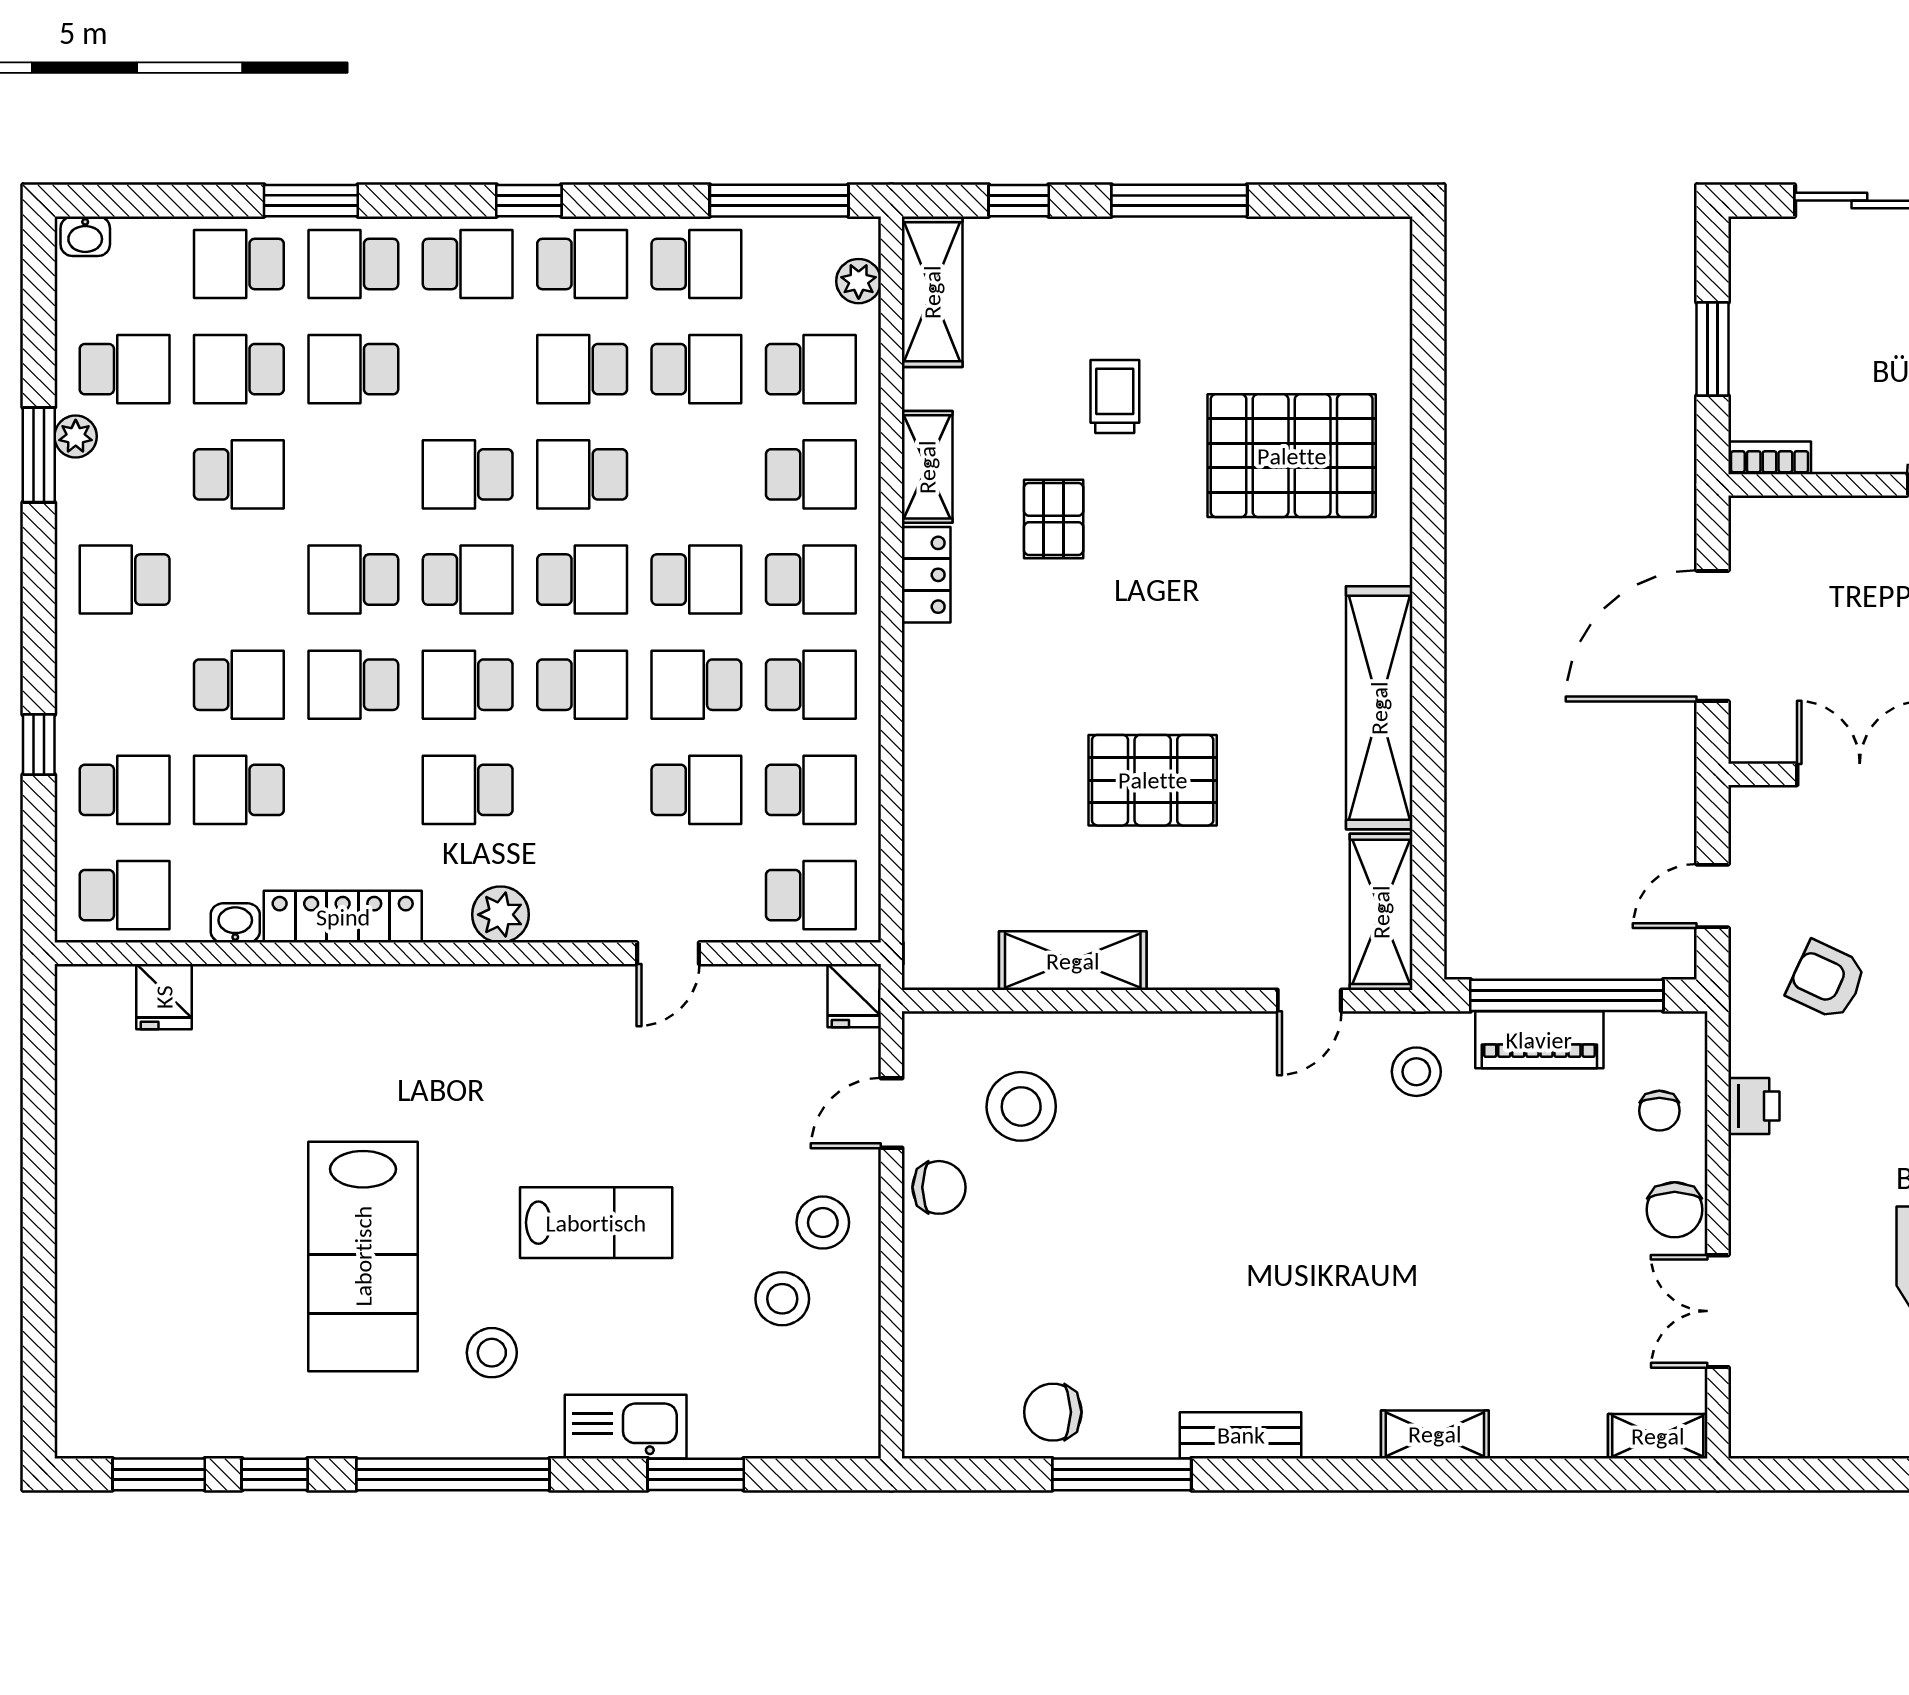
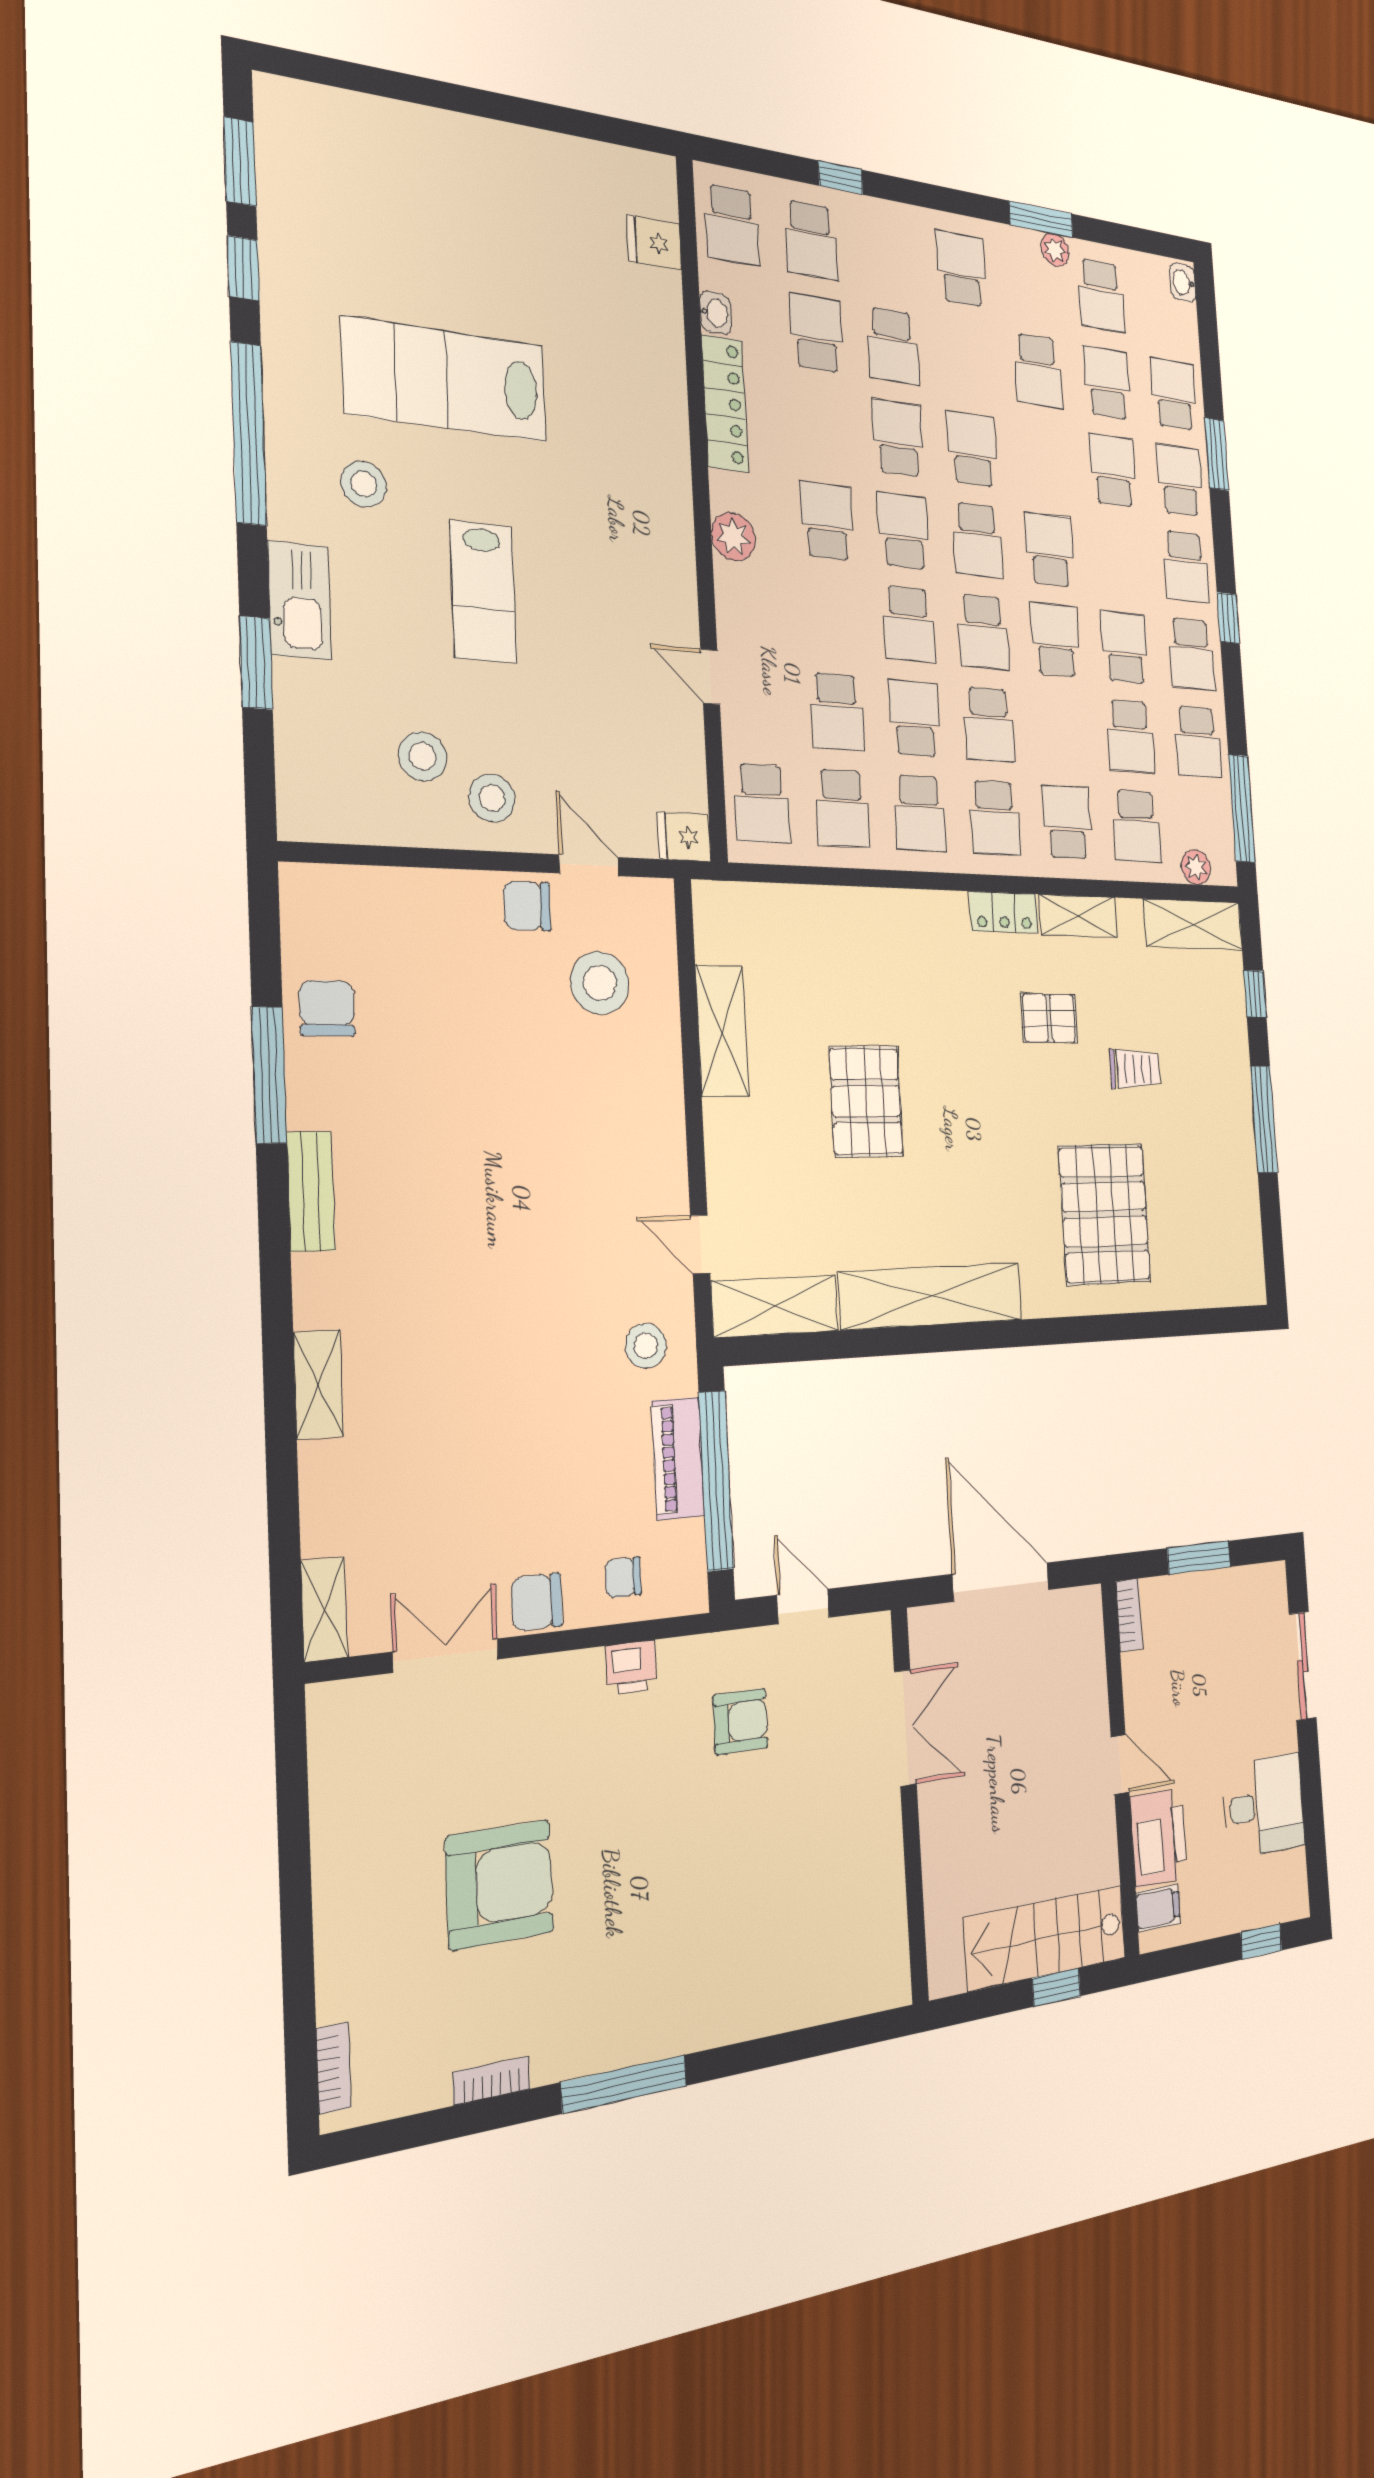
school desk: (811, 474) -> (1067, 822), turned 180
armchair: (1827, 980) -> (740, 1722), turned 65
chair: (939, 1187) -> (527, 906), turned 90

